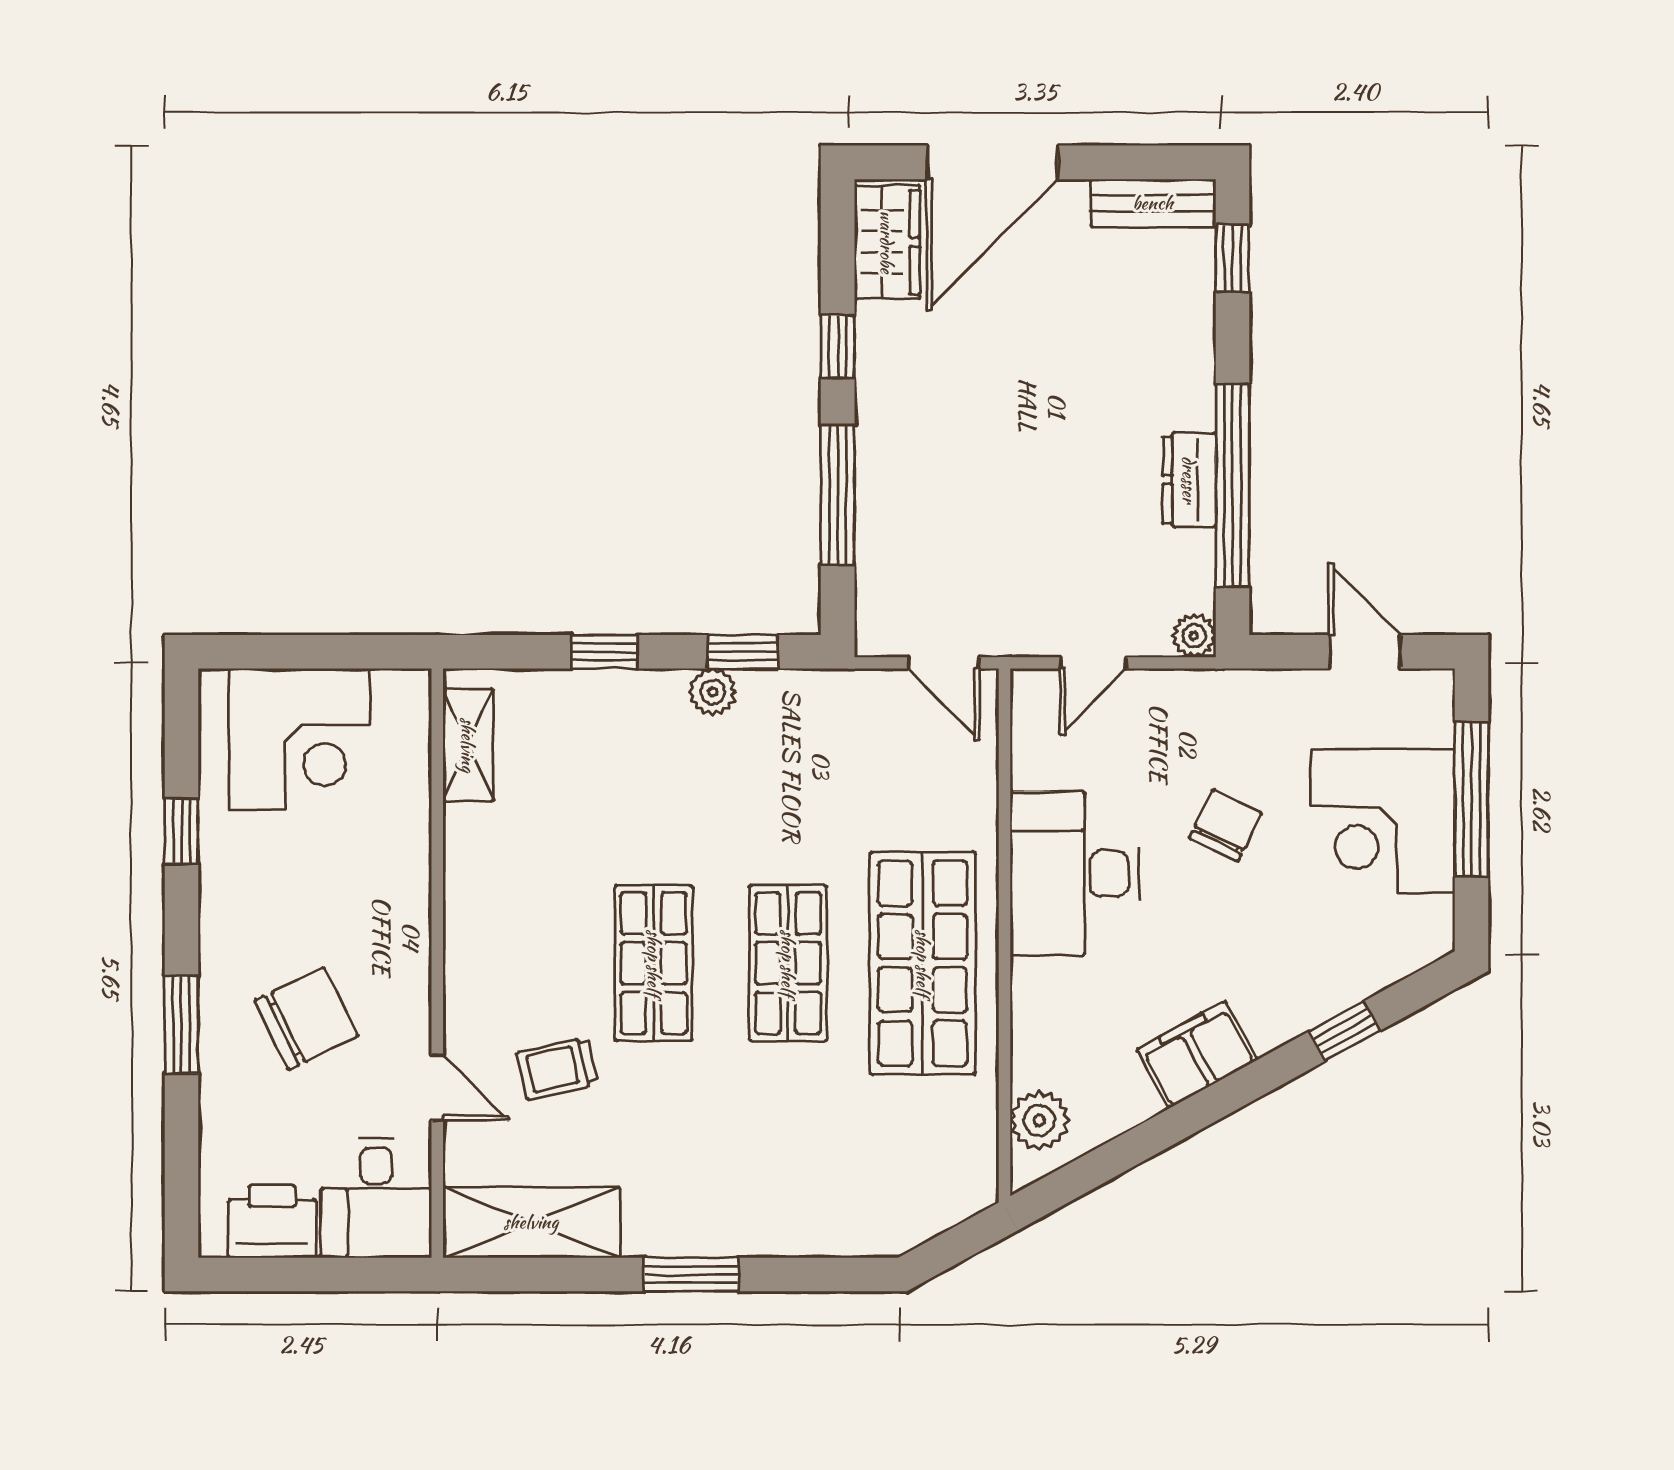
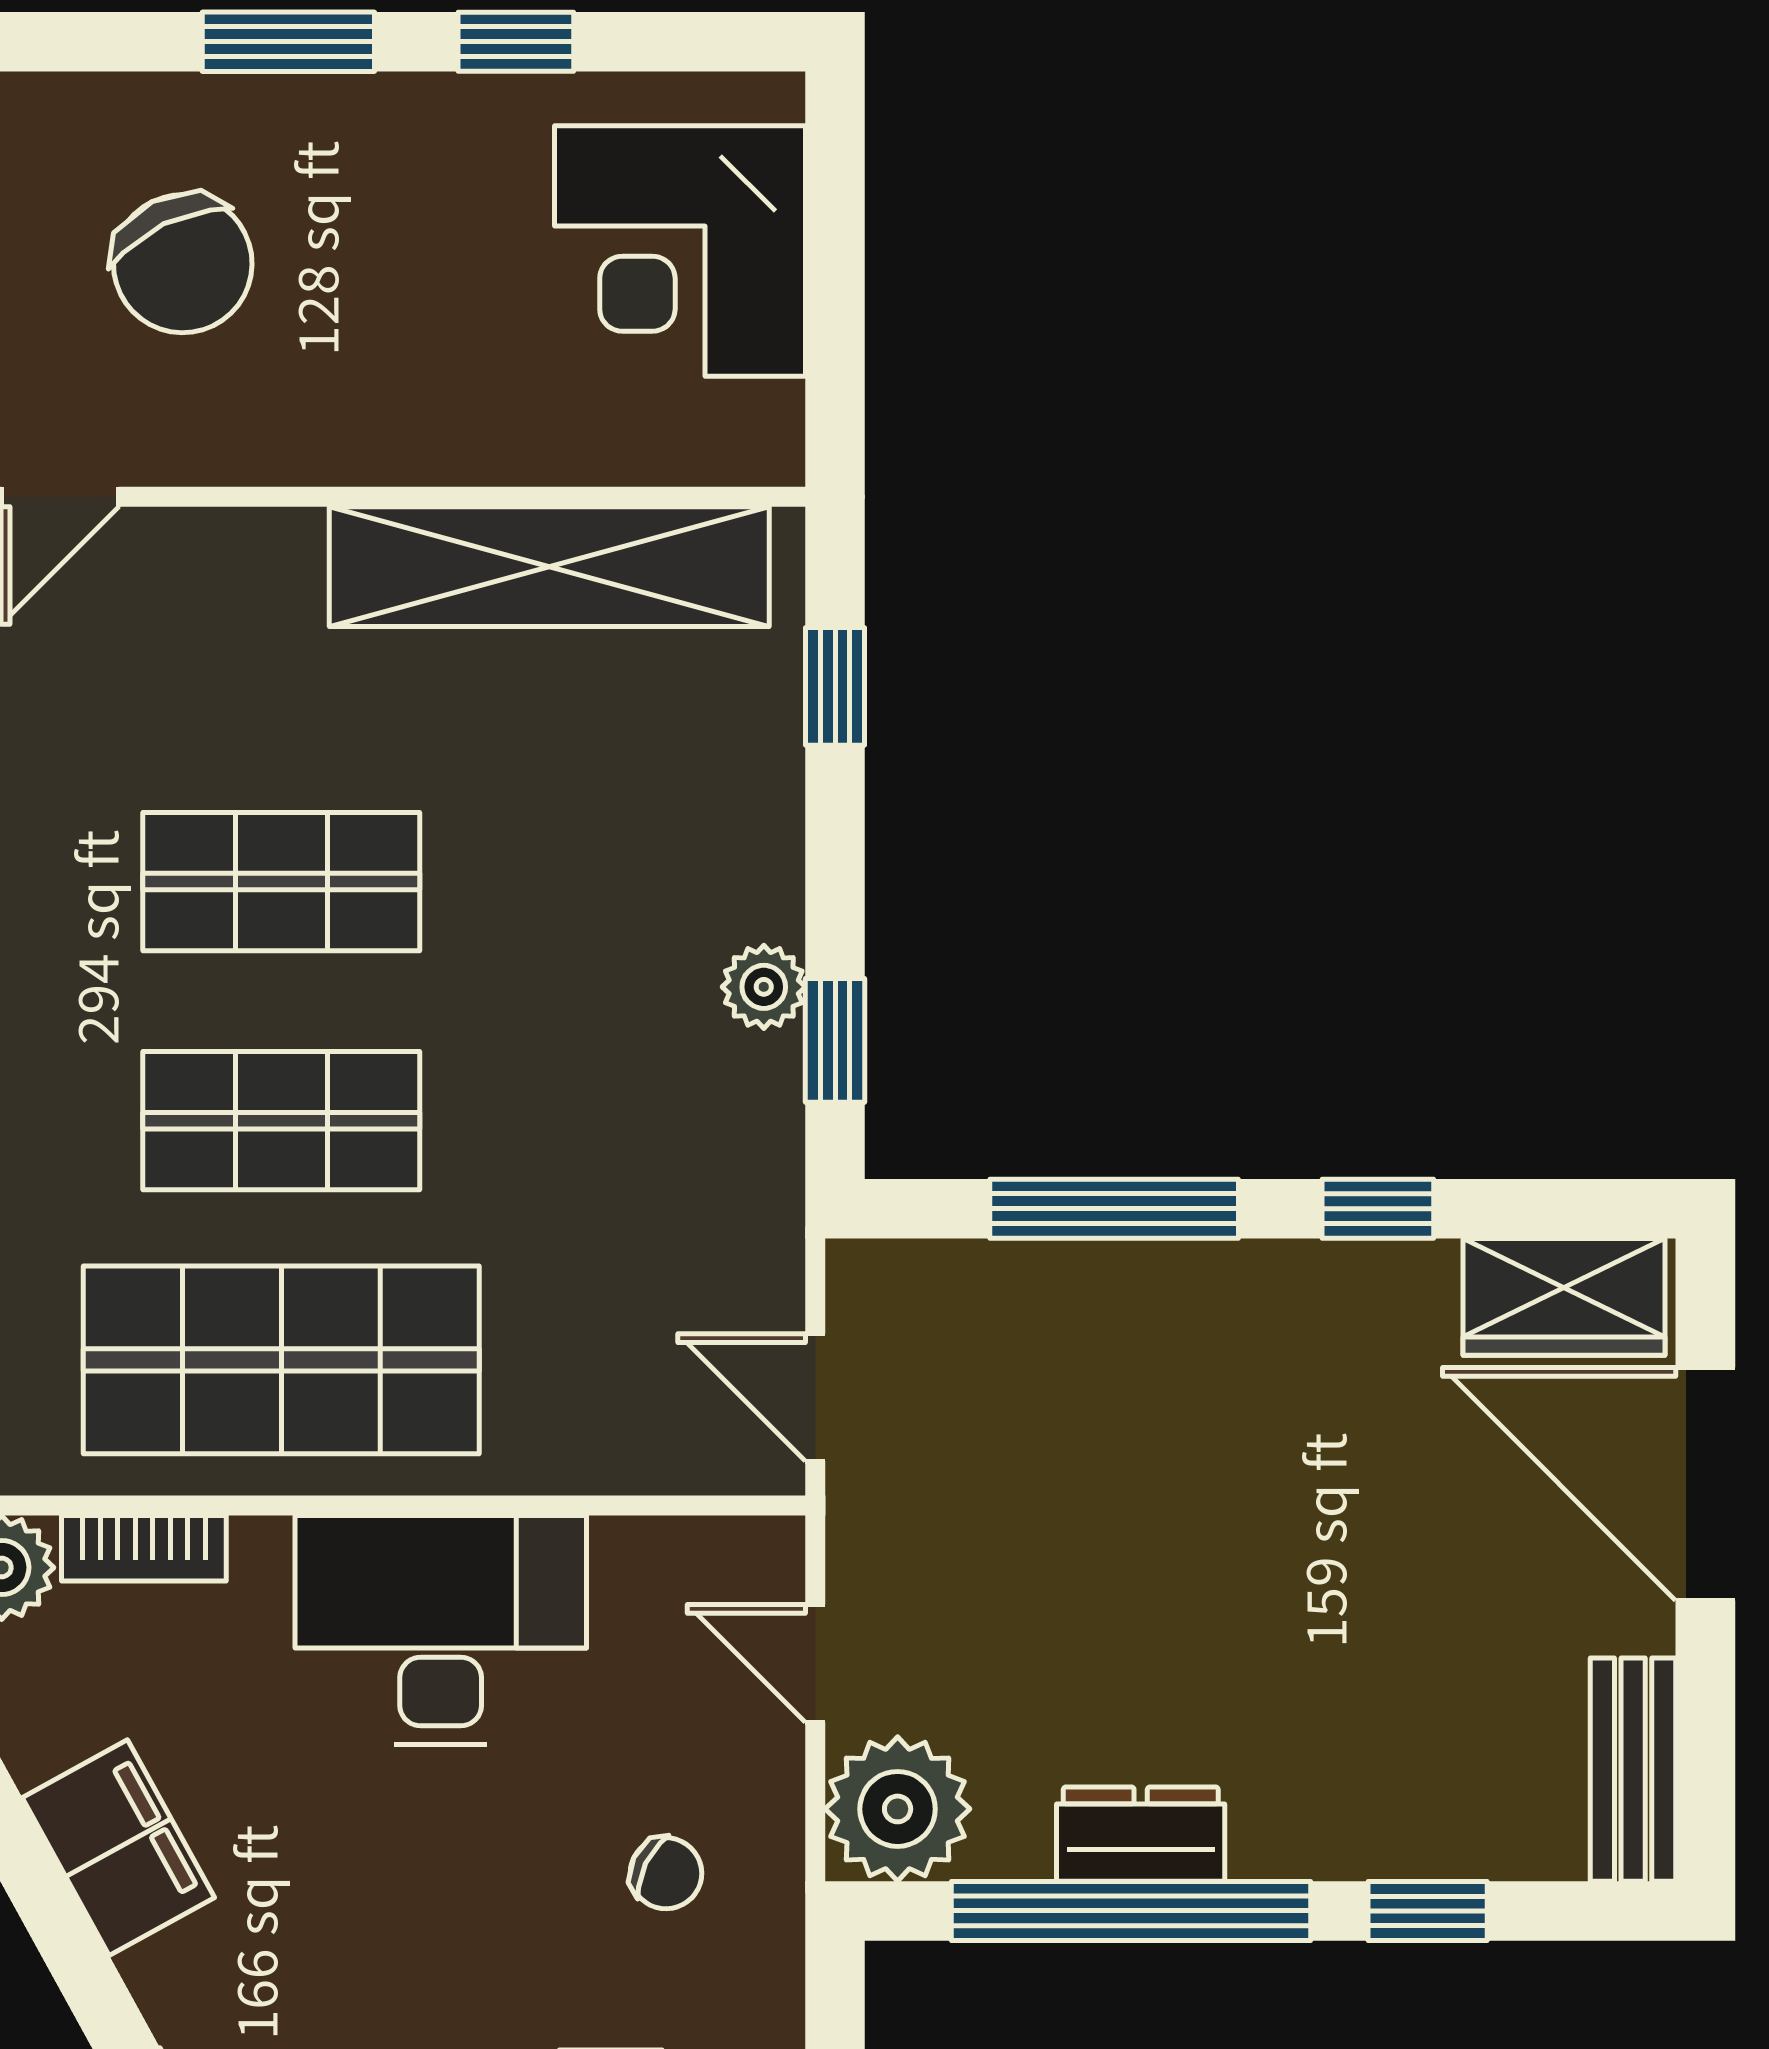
window: (1232, 258) -> (1428, 1911), moved
plant: (1194, 636) -> (898, 1809), width x1.87, depth x1.87
window: (604, 652) -> (835, 686), moved
door: (944, 663) -> (815, 1397), hinge flipped
shelving: (468, 745) -> (549, 567), width x2.20, depth x1.33
chair: (1225, 825) -> (666, 1873), moved, width x0.73, depth x0.73
window: (181, 1025) -> (288, 42), moved
bookcase: (1029, 1040) -> (144, 1548), added
trolley: (558, 1068) -> (94, 711), removed

